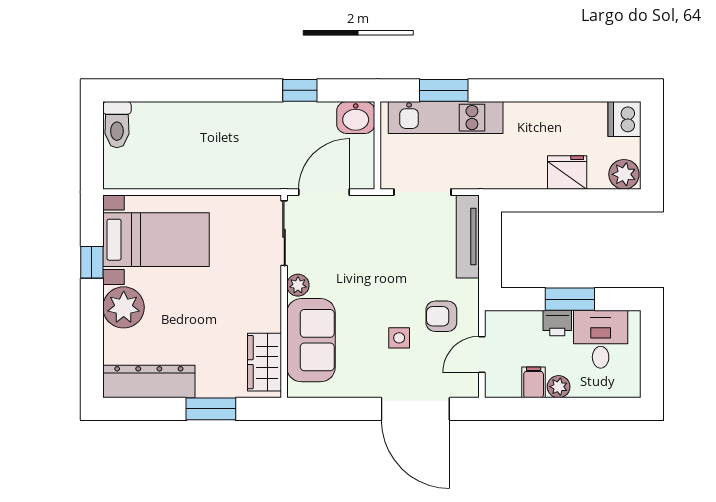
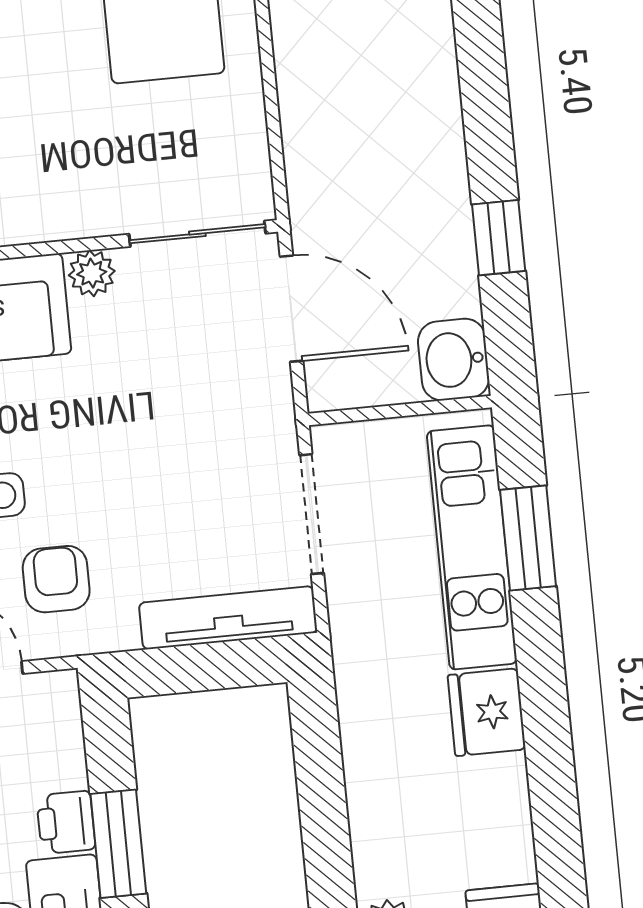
fridge: (567, 172) -> (487, 712), moved, turned 180

